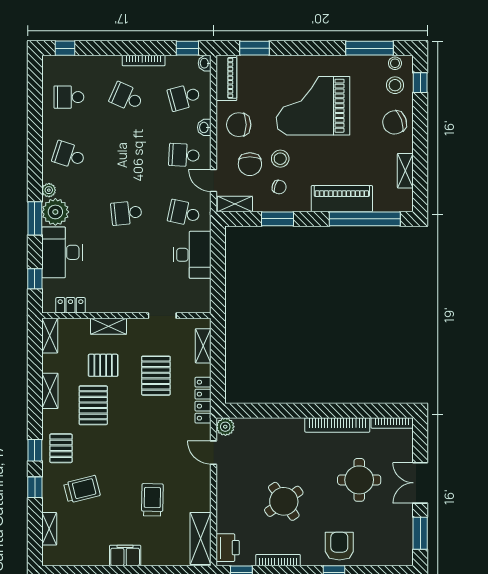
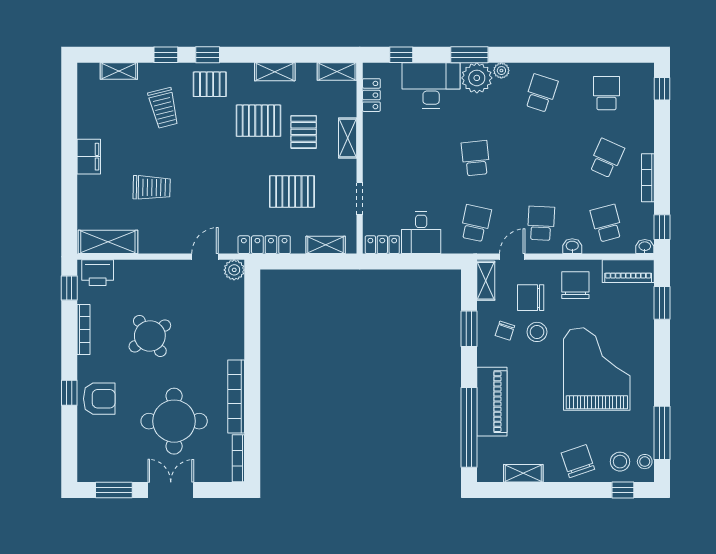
desk: (192, 255) -> (421, 233), width x0.73
locker: (203, 296) -> (382, 245), added
round table: (359, 480) -> (174, 421), width x1.36, depth x1.36

